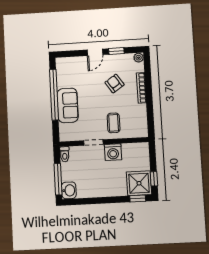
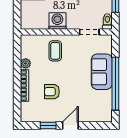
plant: (139, 58) -> (26, 63), moved
armchair: (114, 84) -> (52, 92), turned 124
doorway: (93, 142) -> (89, 32), moved

